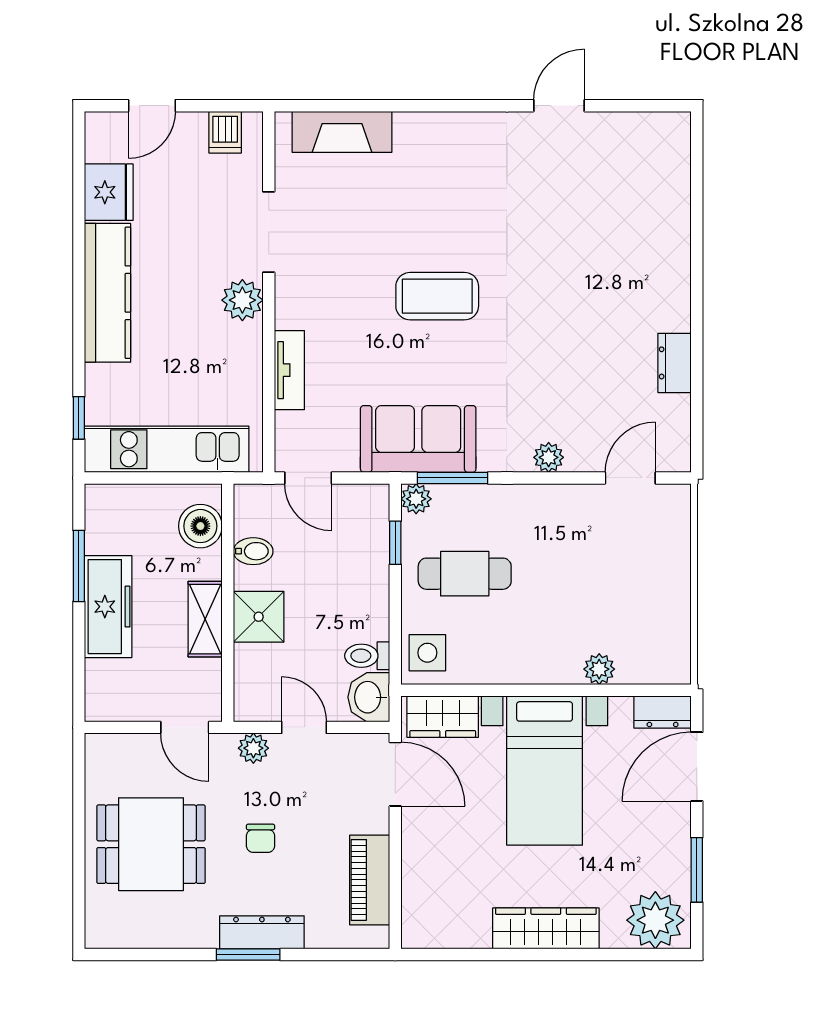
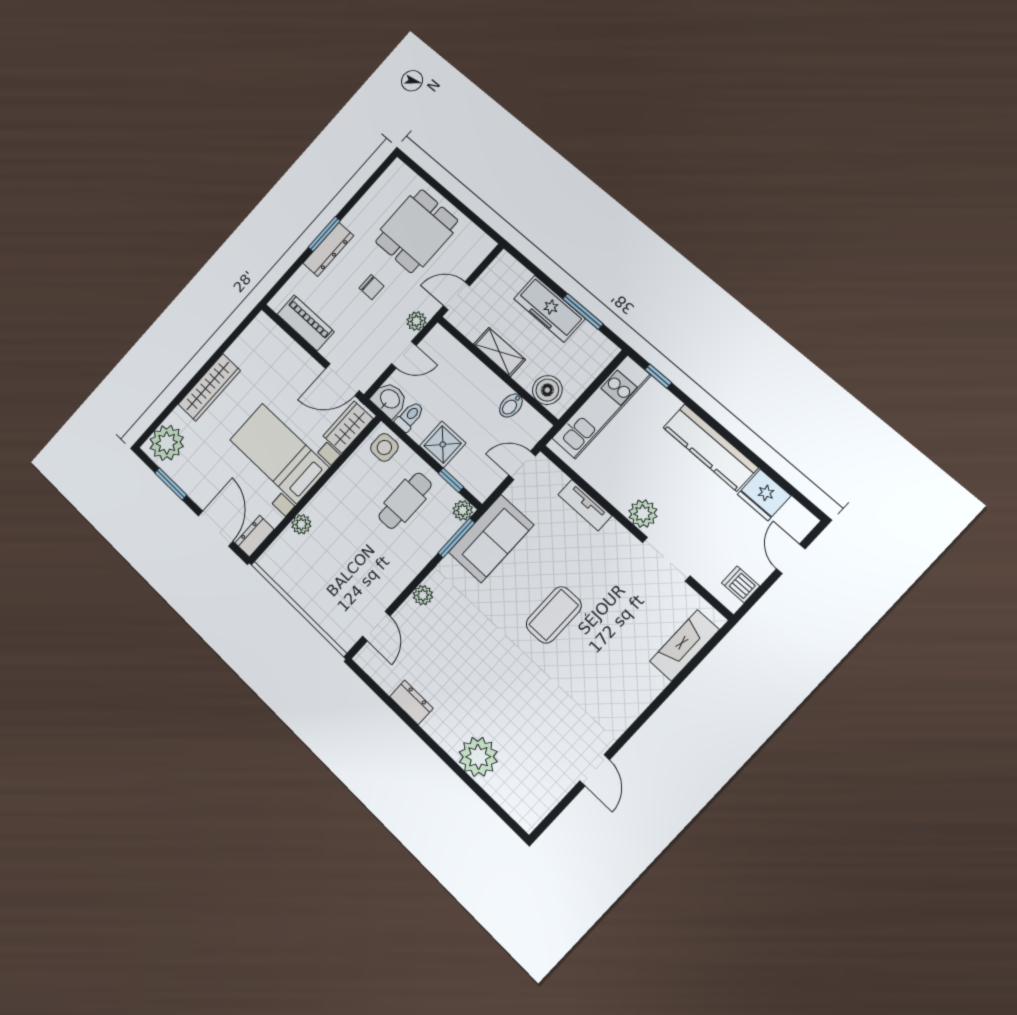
plant: (662, 238) -> (478, 757), added
shower: (259, 617) -> (443, 444), moved
chair: (261, 838) -> (372, 287), turned 180

